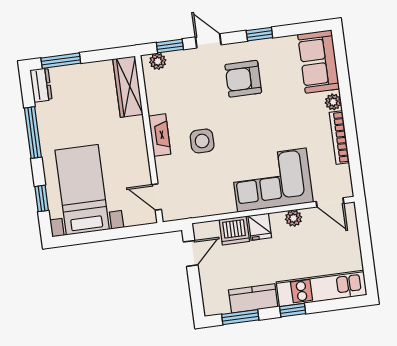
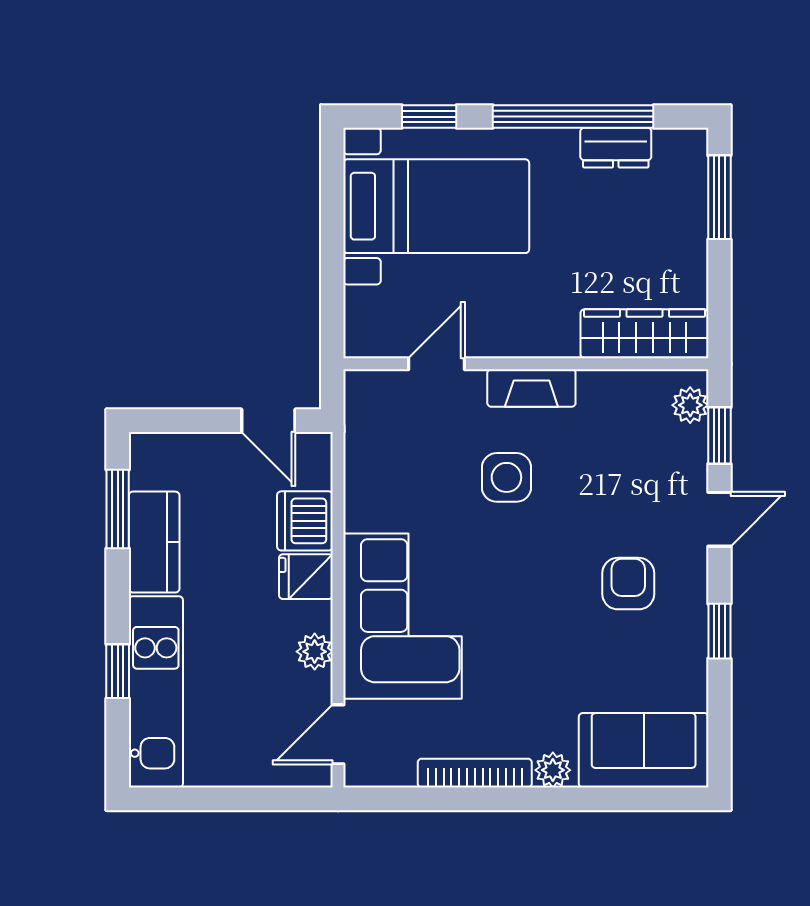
armchair: (243, 79) -> (628, 584), width x0.72, depth x0.72
dresser: (41, 85) -> (616, 148), moved
window: (33, 133) -> (573, 117), width x1.46
door: (157, 197) -> (437, 364), moved
window: (293, 310) -> (118, 671), moved

